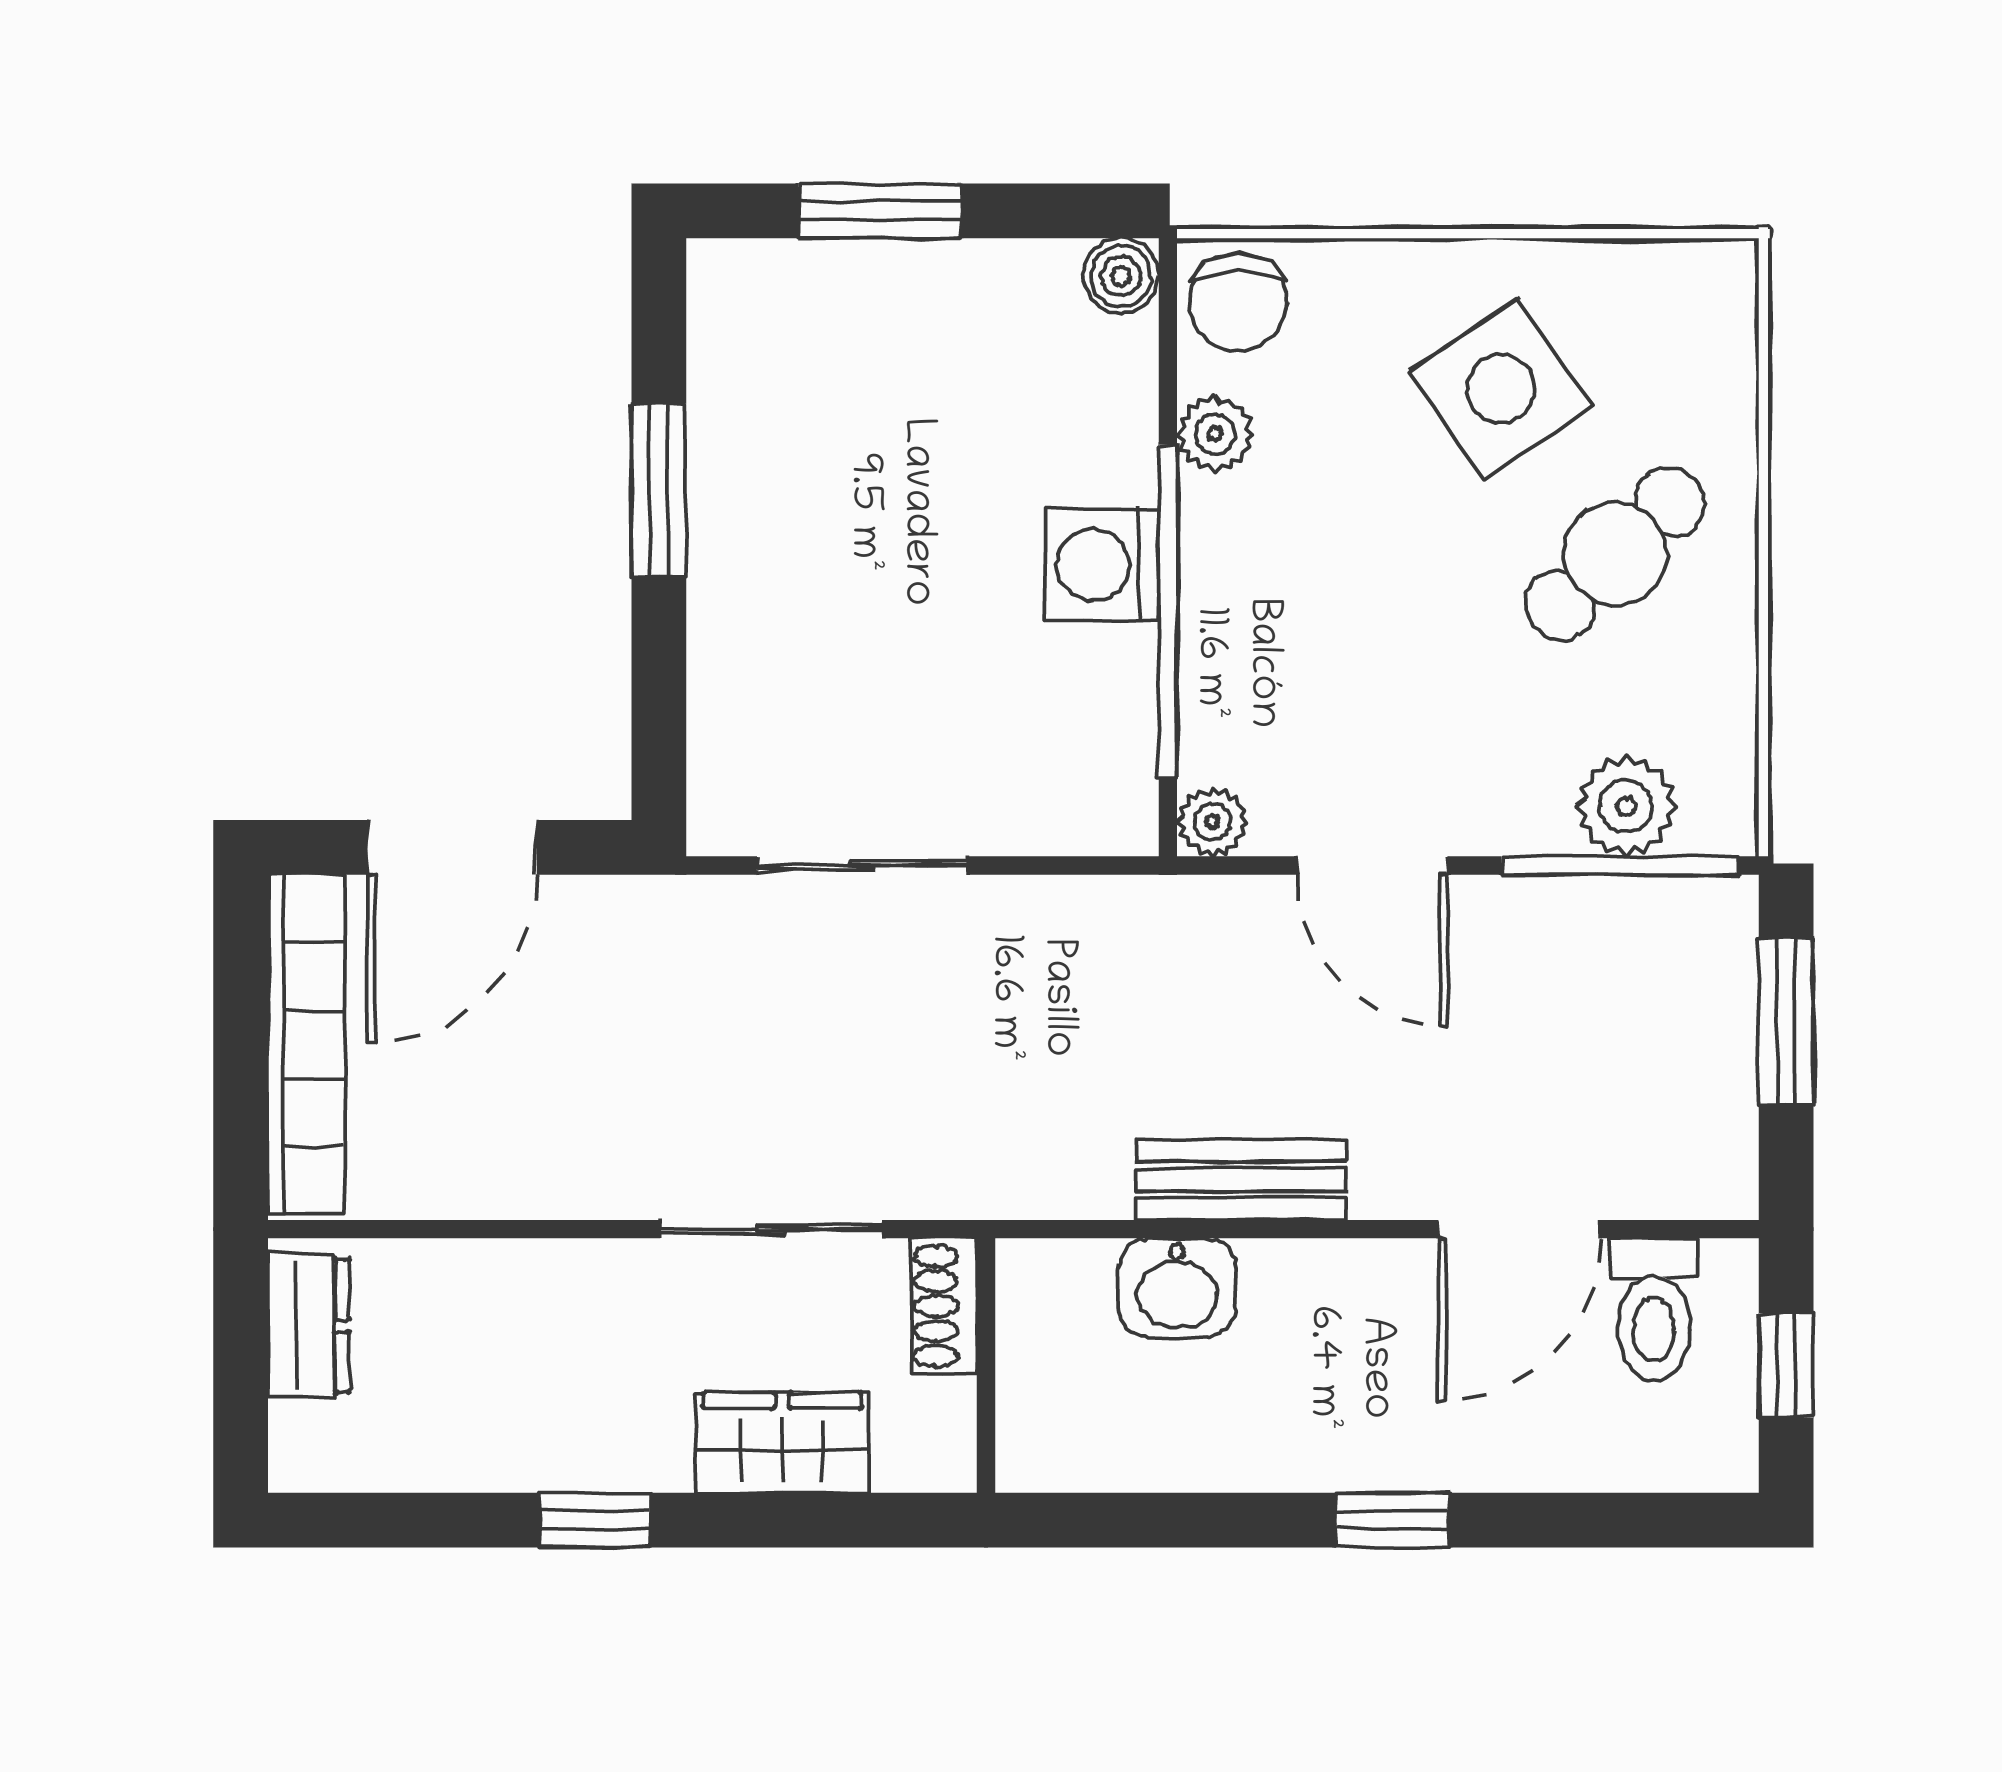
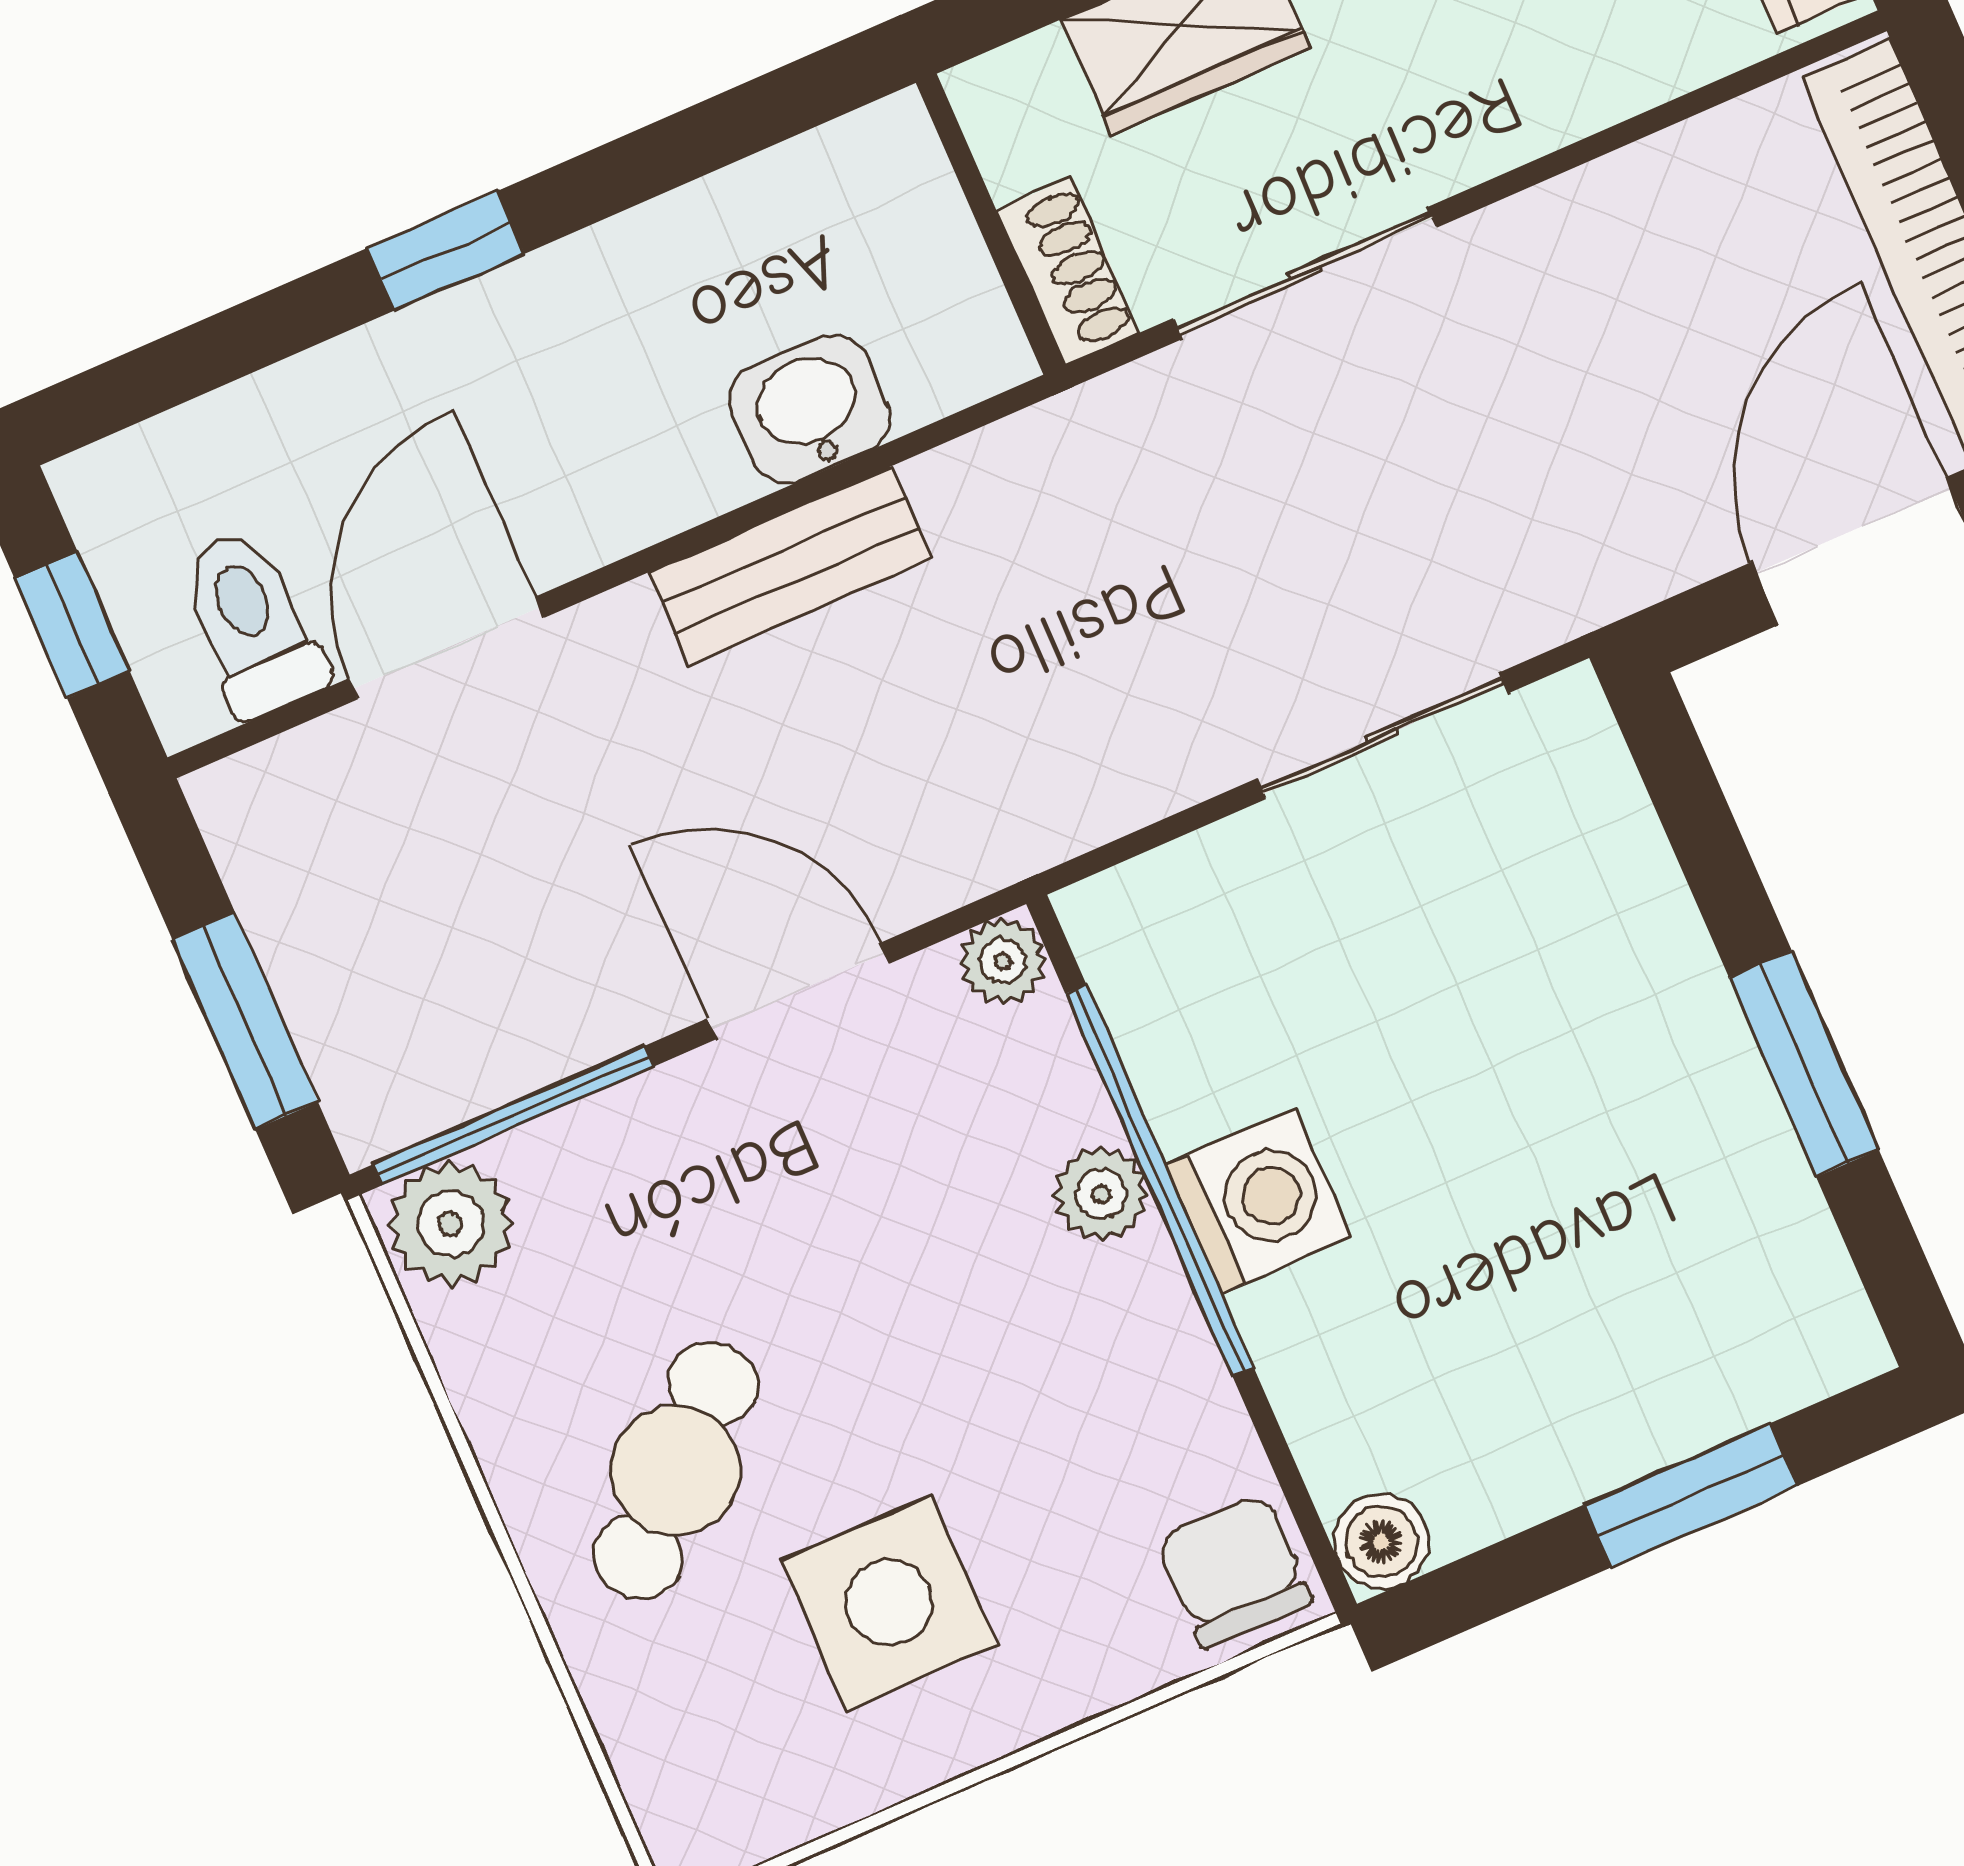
side table: (1501, 389) -> (889, 1603), turned 34
plant: (1215, 434) -> (1101, 1194), moved
plant: (1626, 806) -> (450, 1224), moved

